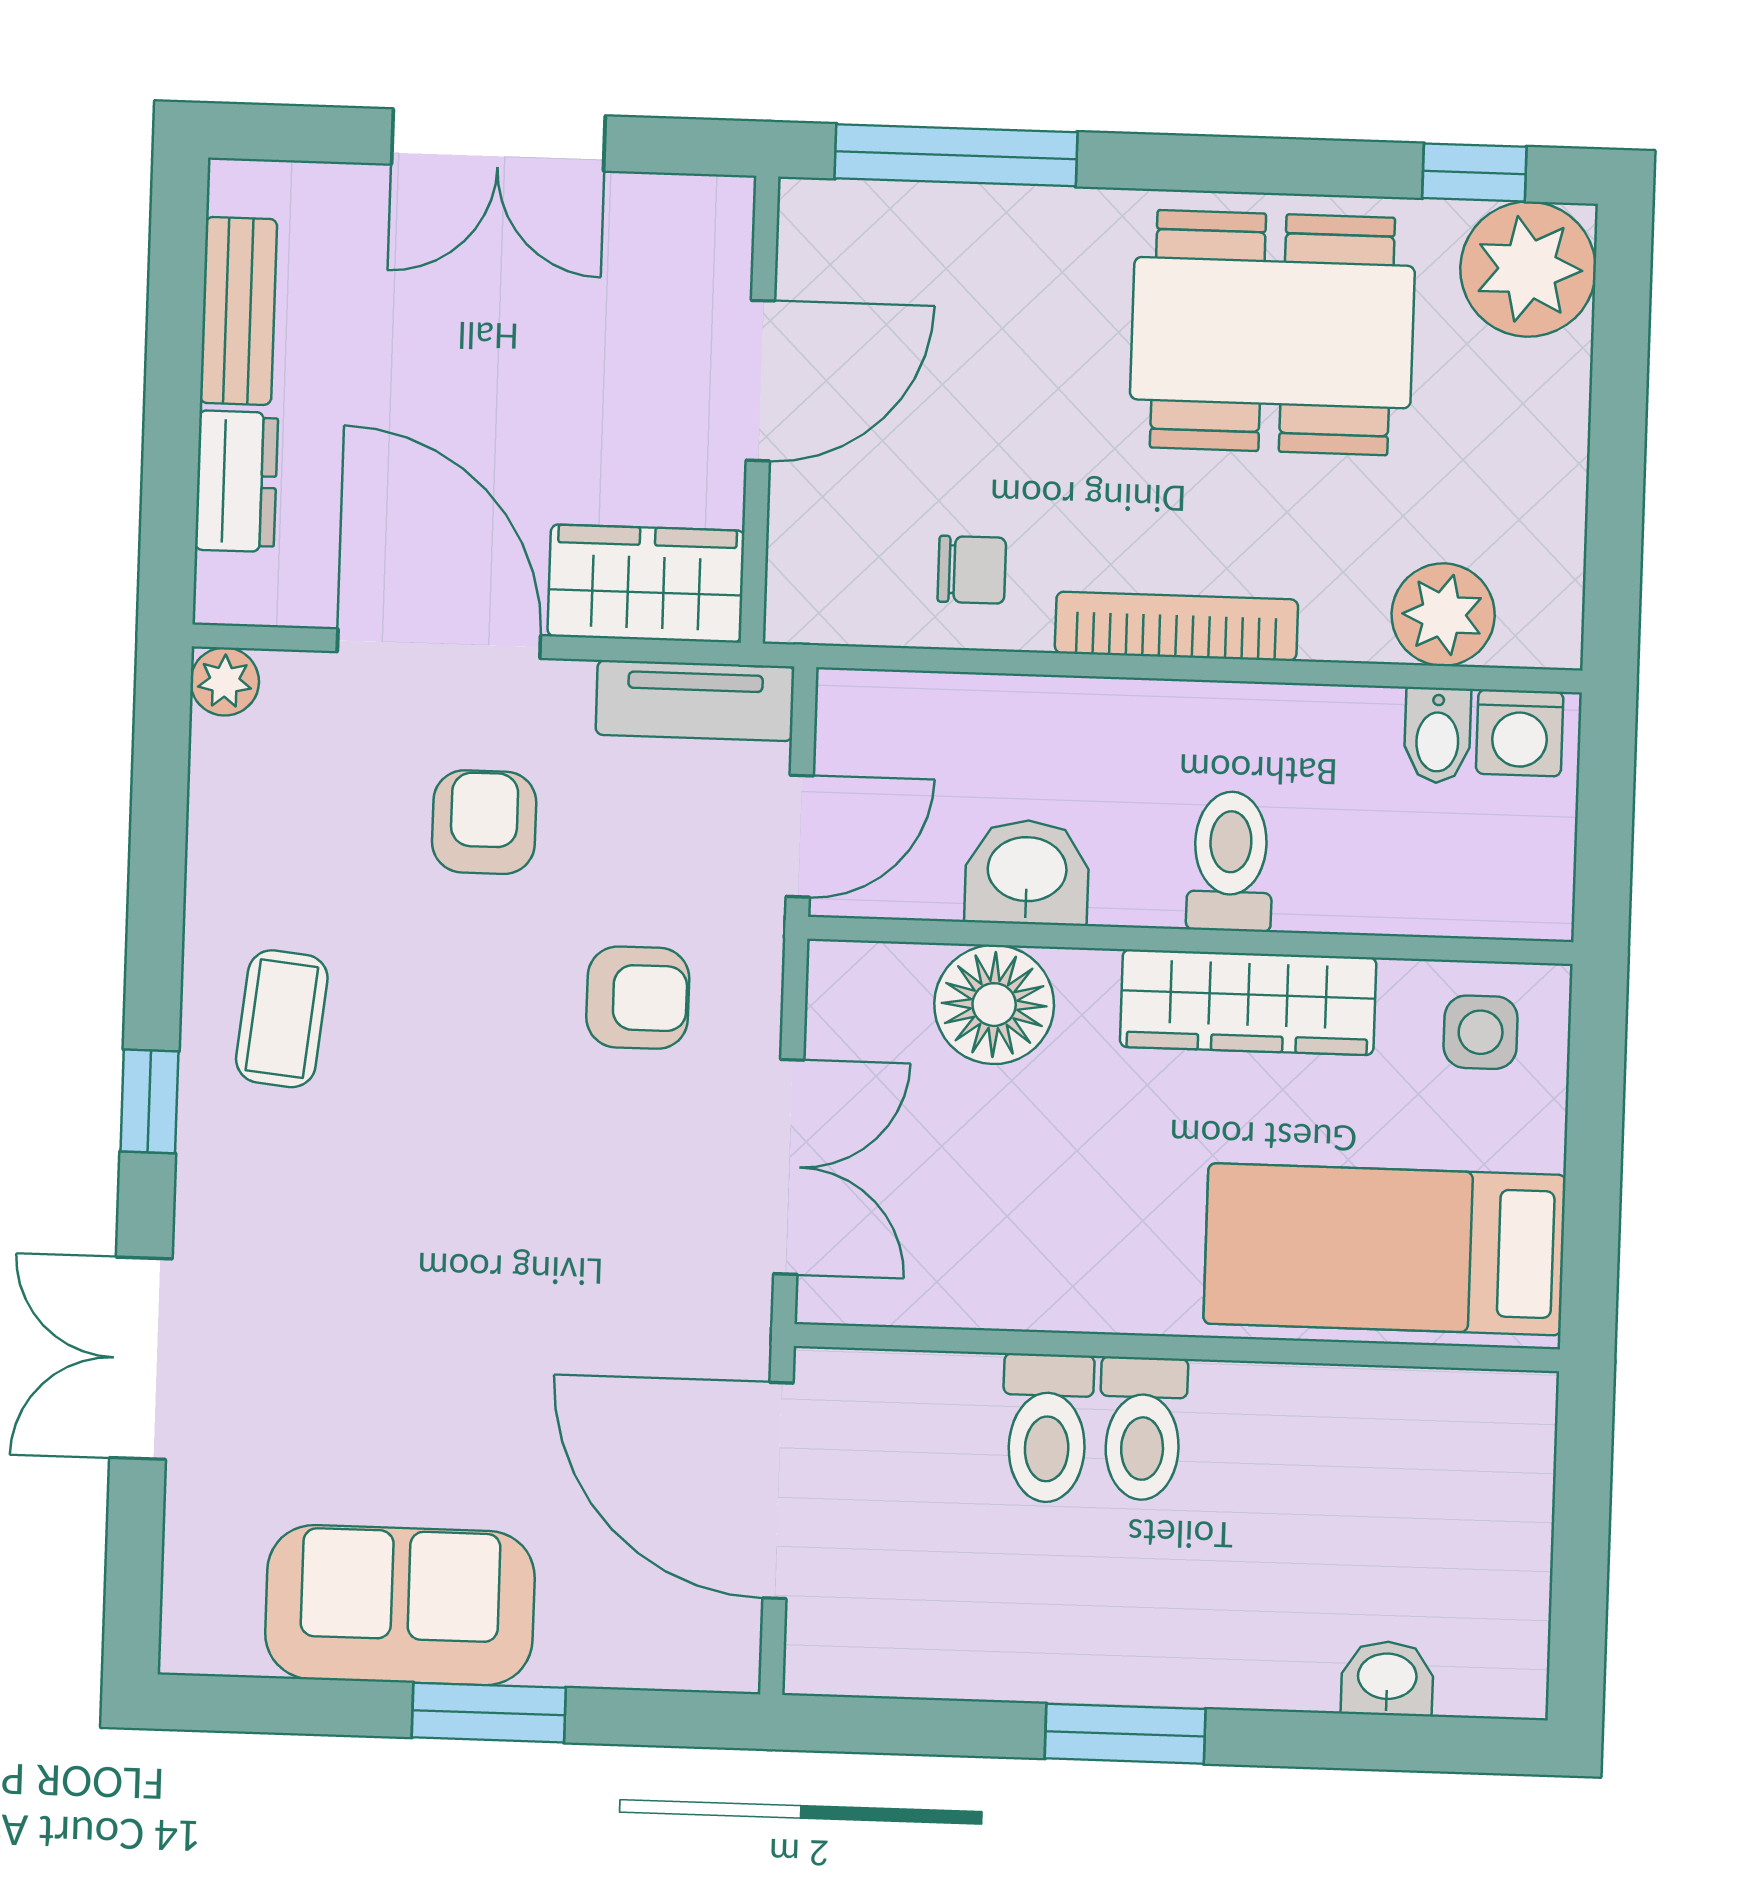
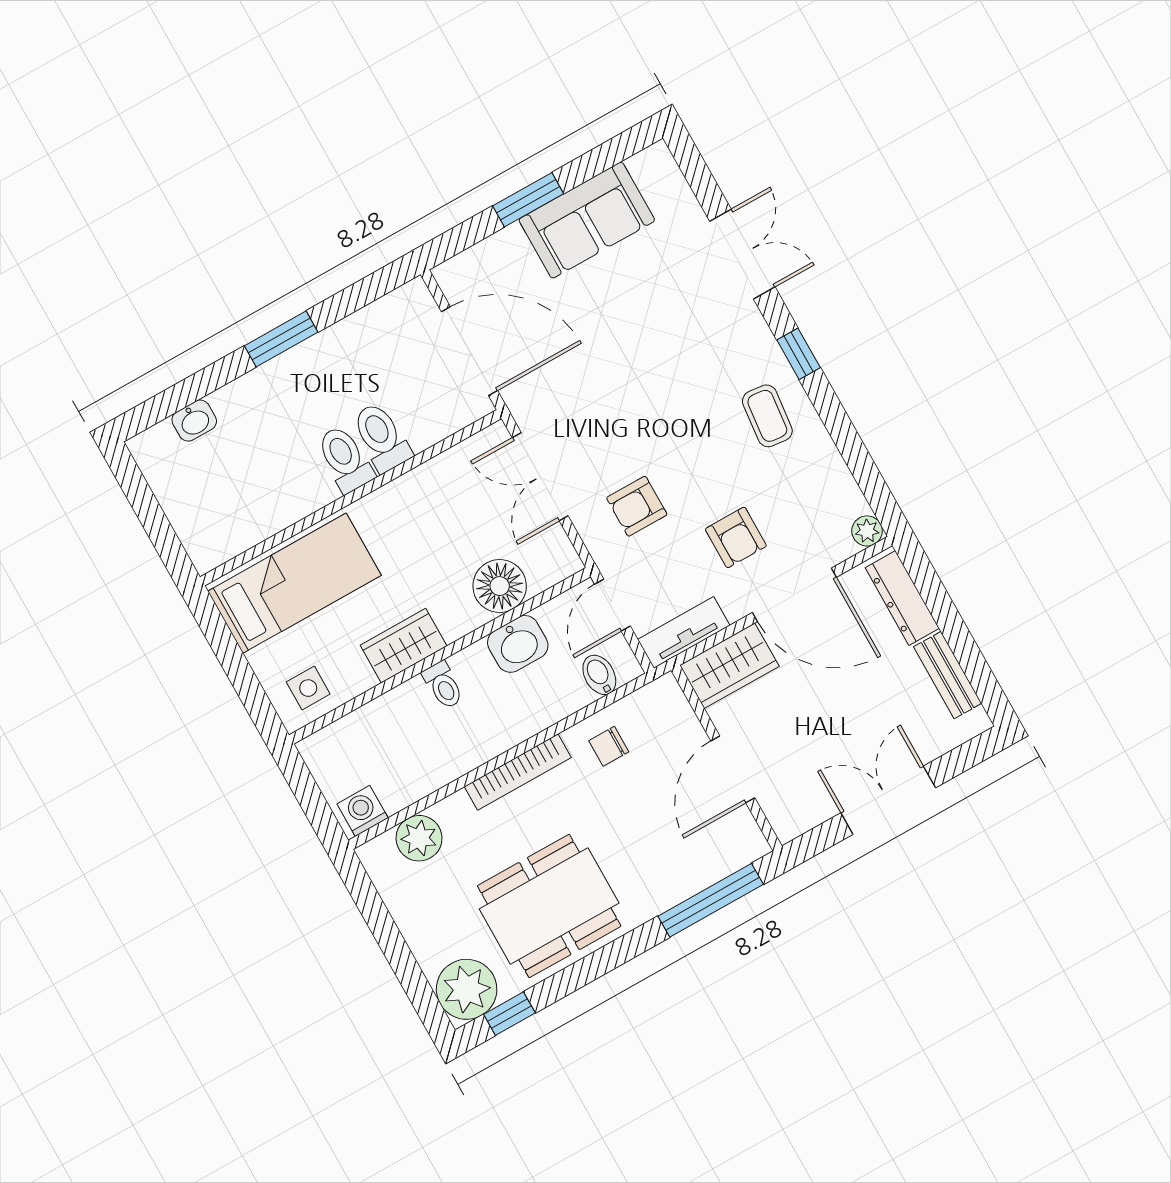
dresser: (236, 481) -> (902, 598), width x1.44
bidet: (1437, 735) -> (599, 675), moved
toilet: (1230, 861) -> (443, 685), width x0.73, depth x0.72
wardrobe: (1248, 1002) -> (404, 646), width x0.67

